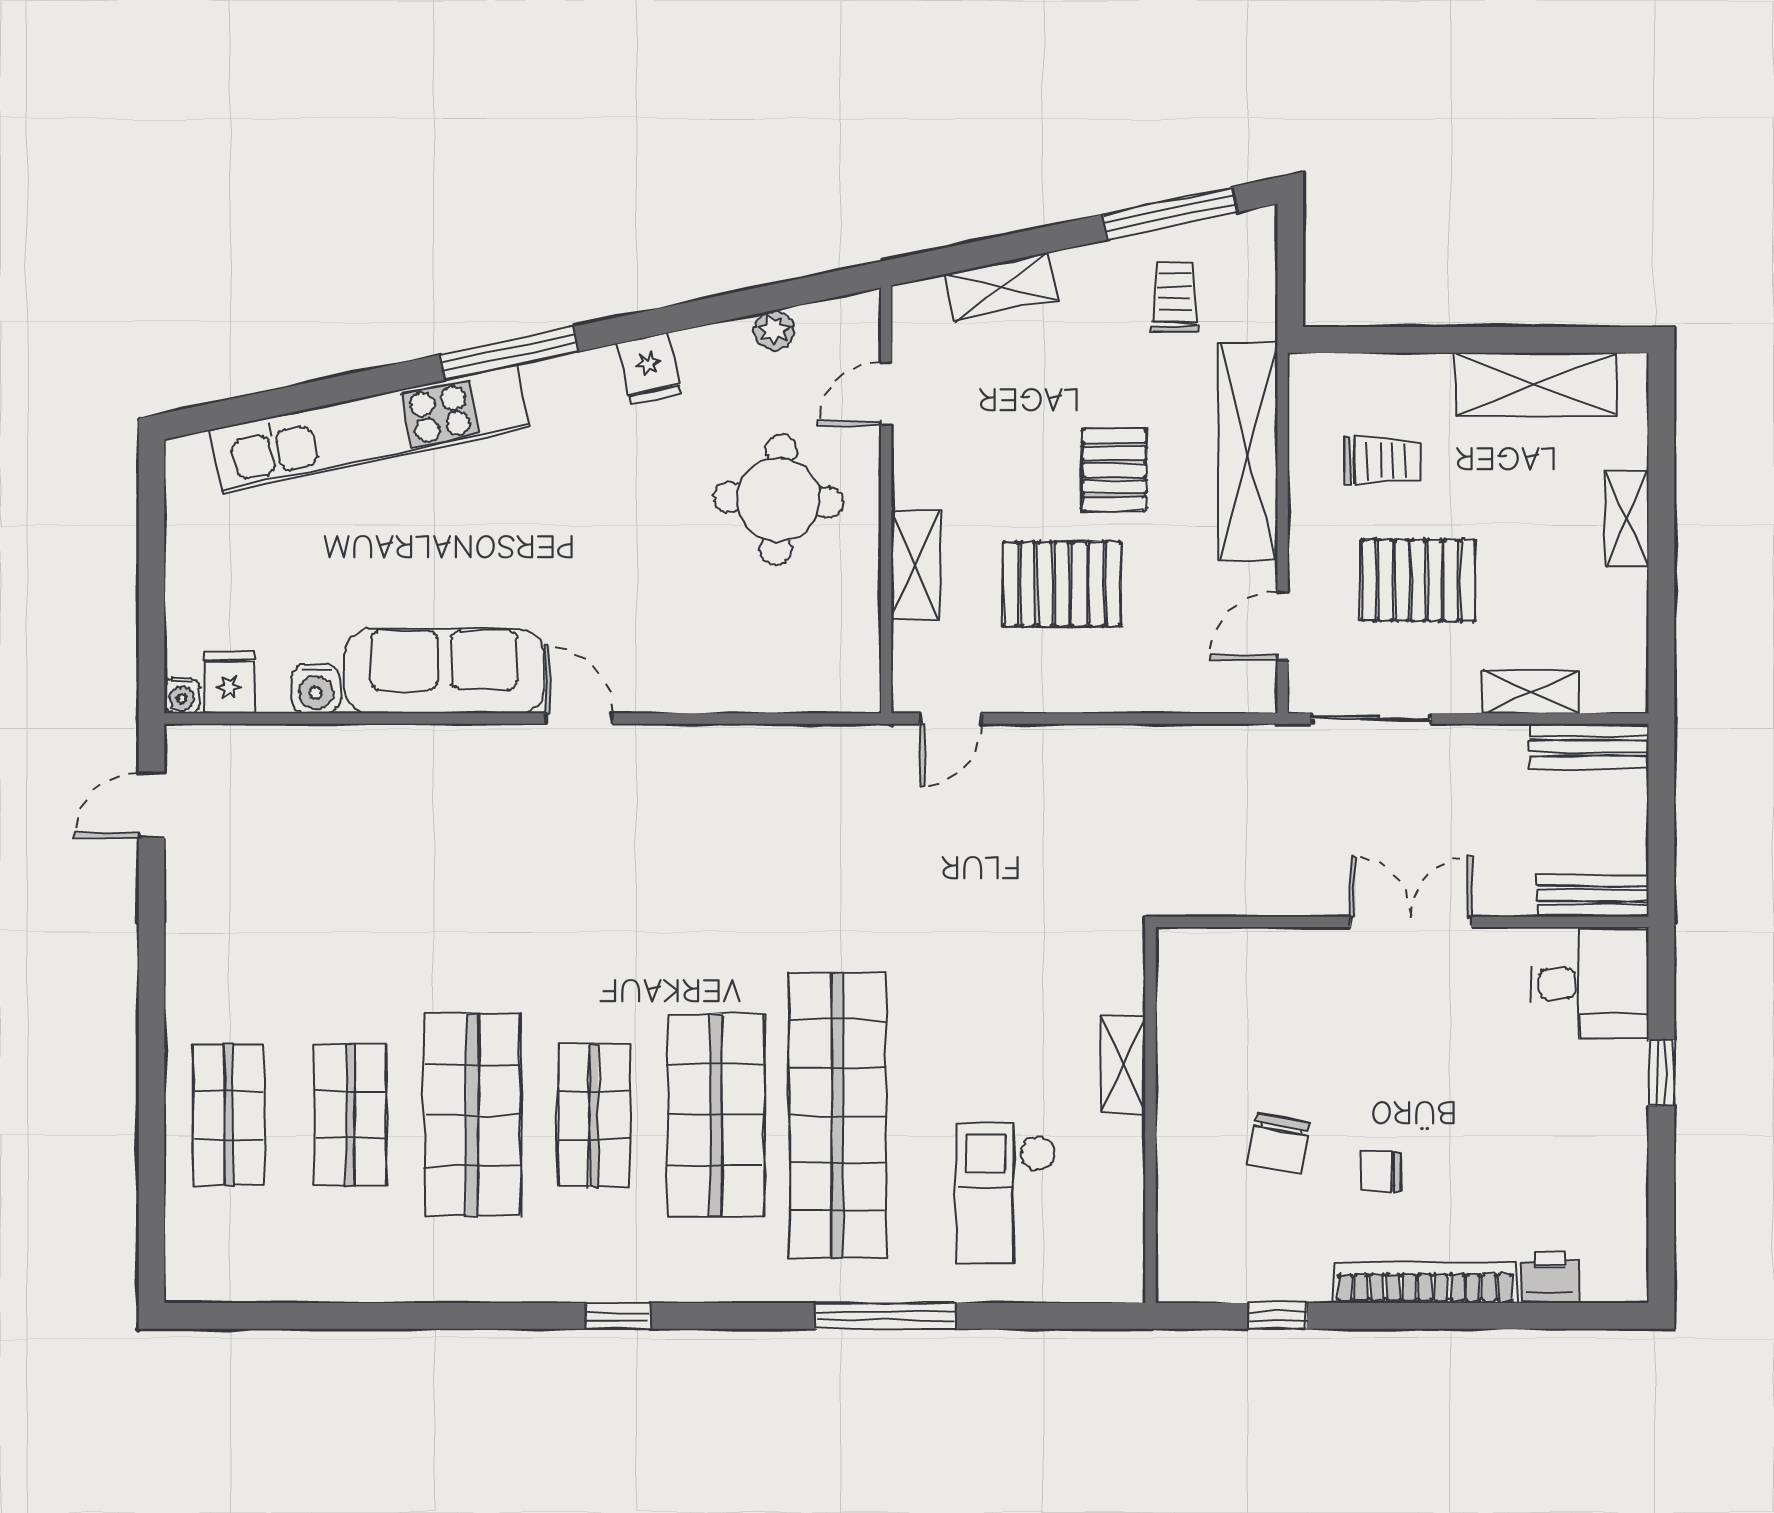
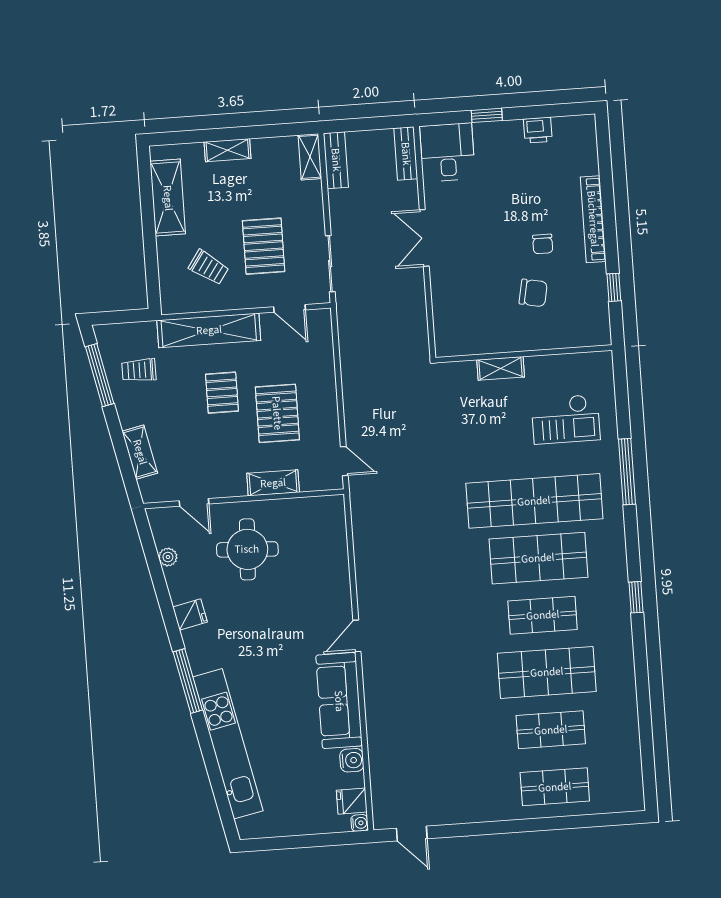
trolley: (1382, 461) -> (209, 267), turned 125
pallet: (1114, 470) -> (222, 393), turned 90
shelving: (1531, 692) -> (310, 157), moved
printer: (1550, 1277) -> (538, 130), moved, turned -90

